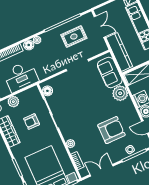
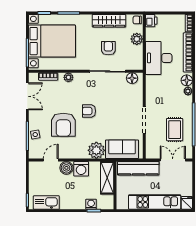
double door: (100, 27) -> (173, 160), swing flipped
armchair: (91, 114) -> (89, 111), added

